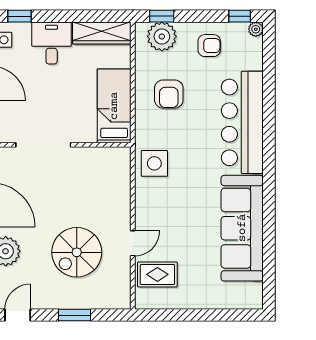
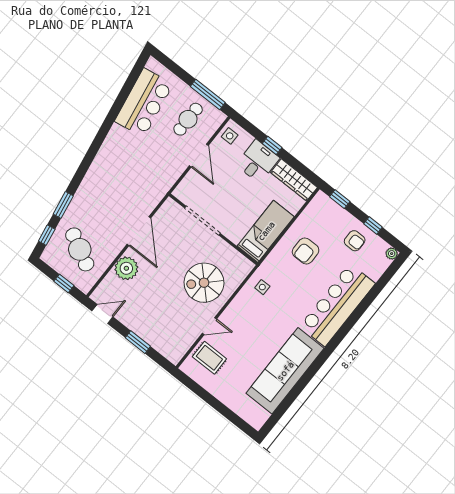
window: (20, 16) -> (272, 145), moved
window: (240, 16) -> (373, 225), moved
plant: (162, 36) -> (330, 212), removed
side table: (154, 163) -> (262, 287), width x0.54, depth x0.54
spiral stairs: (77, 252) -> (204, 283), moved

